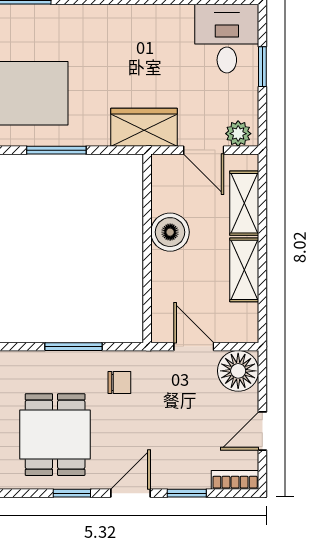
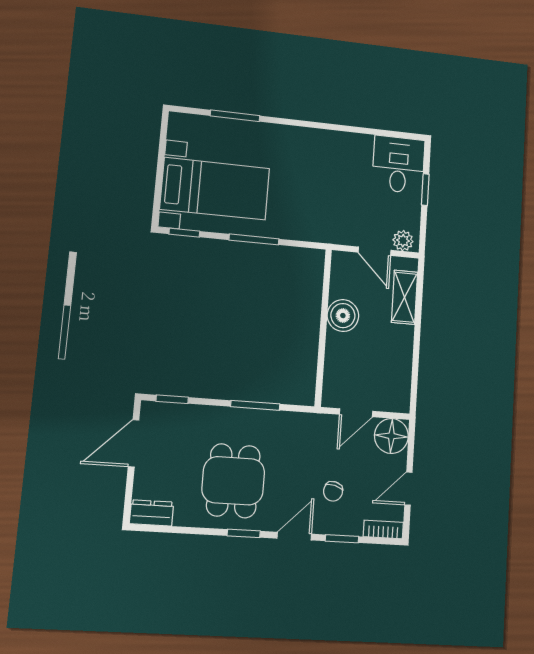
wardrobe: (144, 127) -> (328, 228), removed
shelving: (244, 270) -> (401, 352), removed
door: (194, 347) -> (356, 413), swing flipped
chair: (119, 382) -> (333, 491), moved, turned 104

